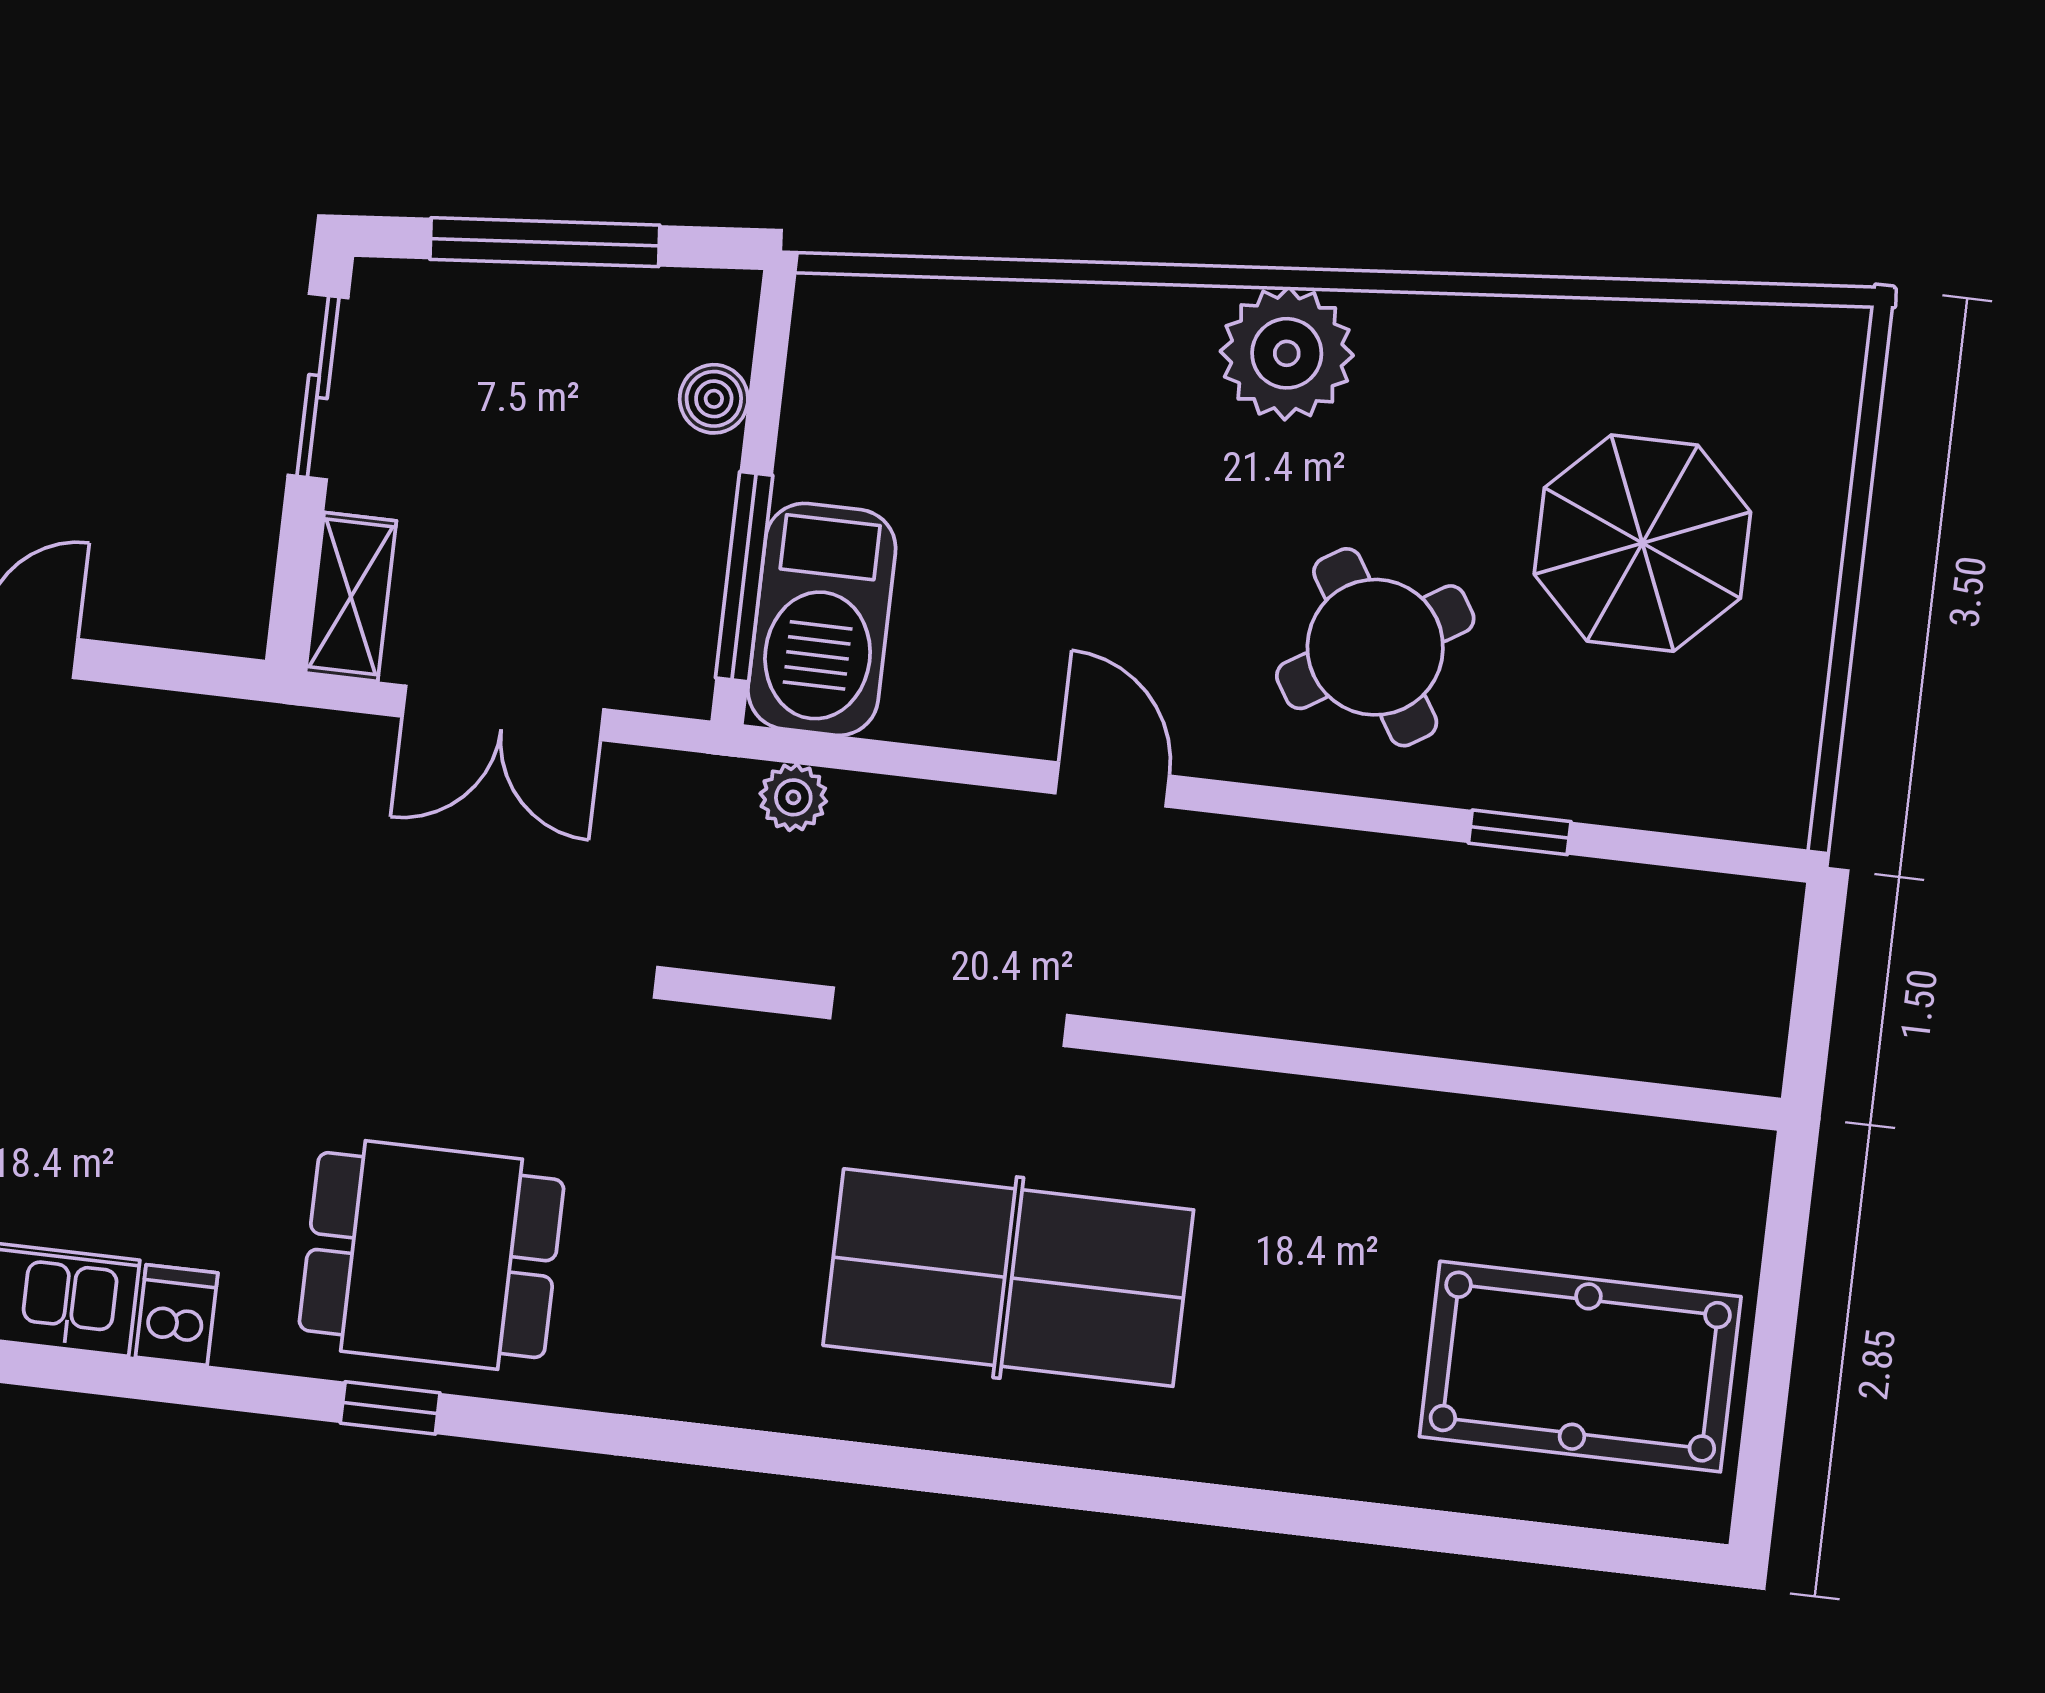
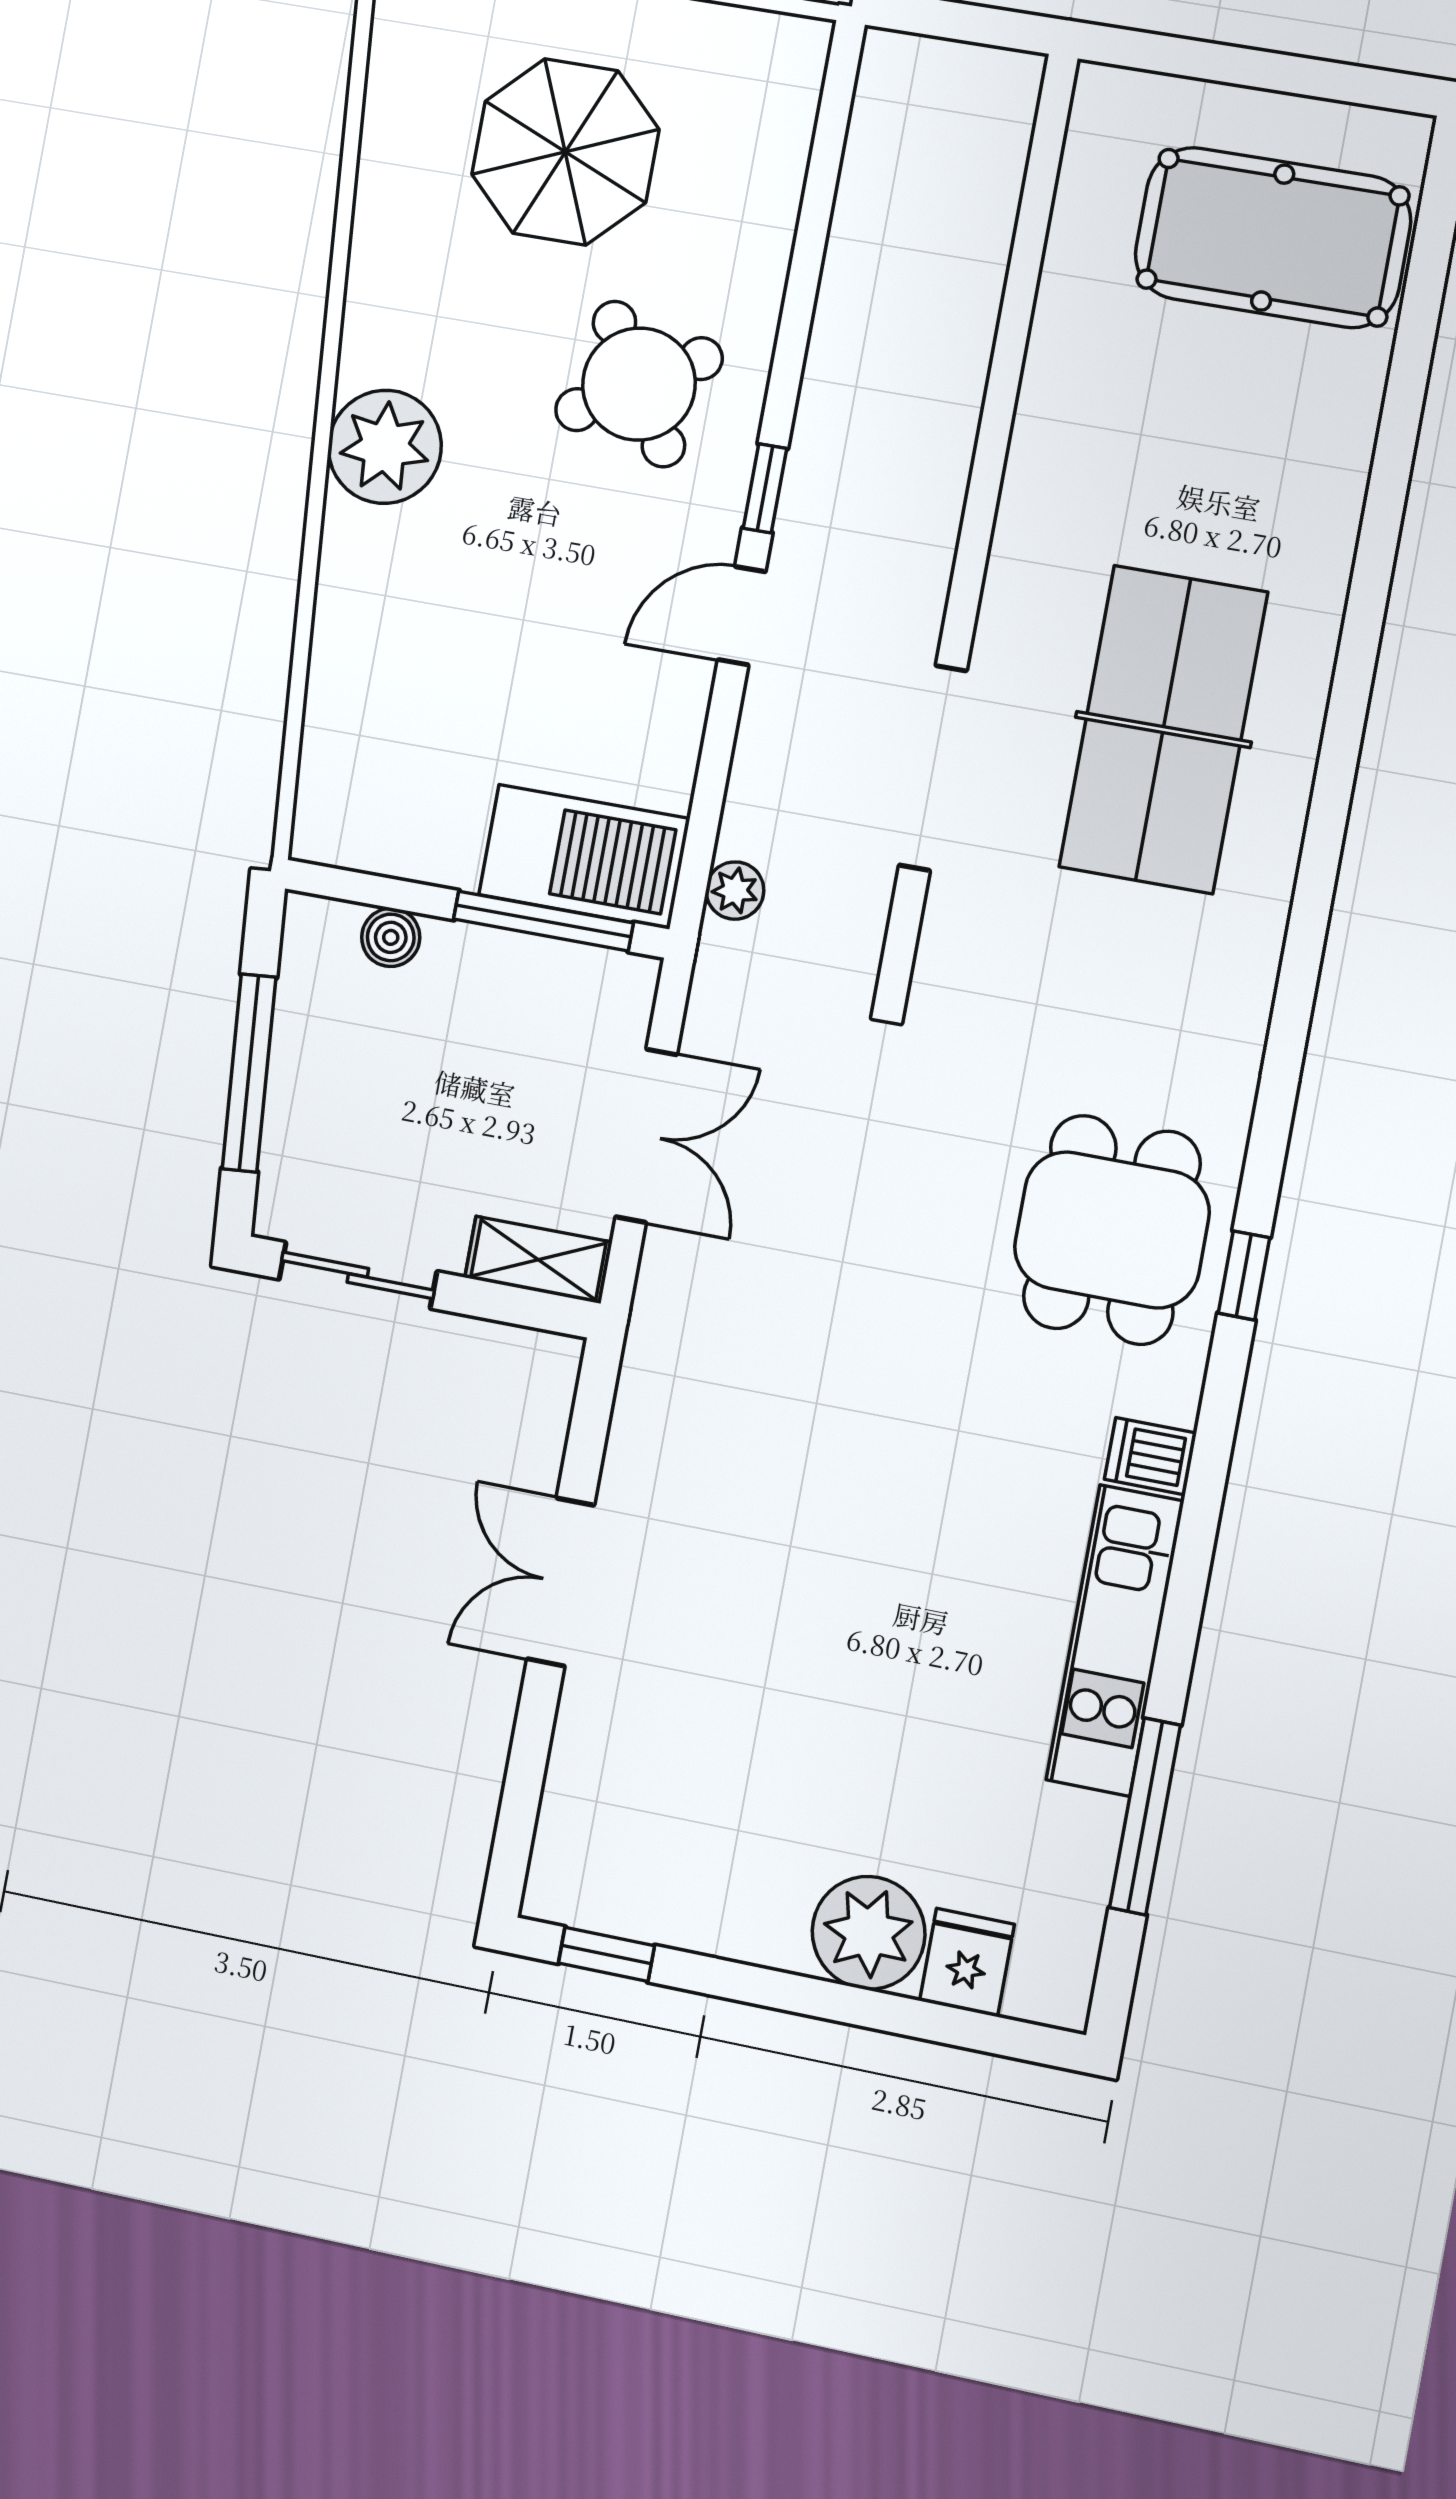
window: (1520, 832) -> (765, 488), moved
pool table: (1580, 1367) -> (1273, 238), turned 90

